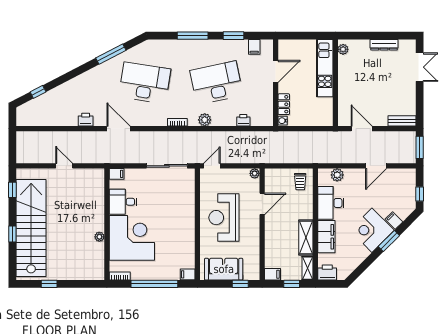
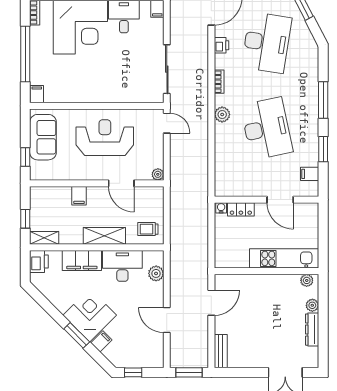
plant: (364, 45) -> (312, 305), added
printer: (243, 120) -> (222, 45), moved
shelving: (306, 238) -> (104, 236), moved
filing cabinet: (272, 274) -> (79, 196), moved

